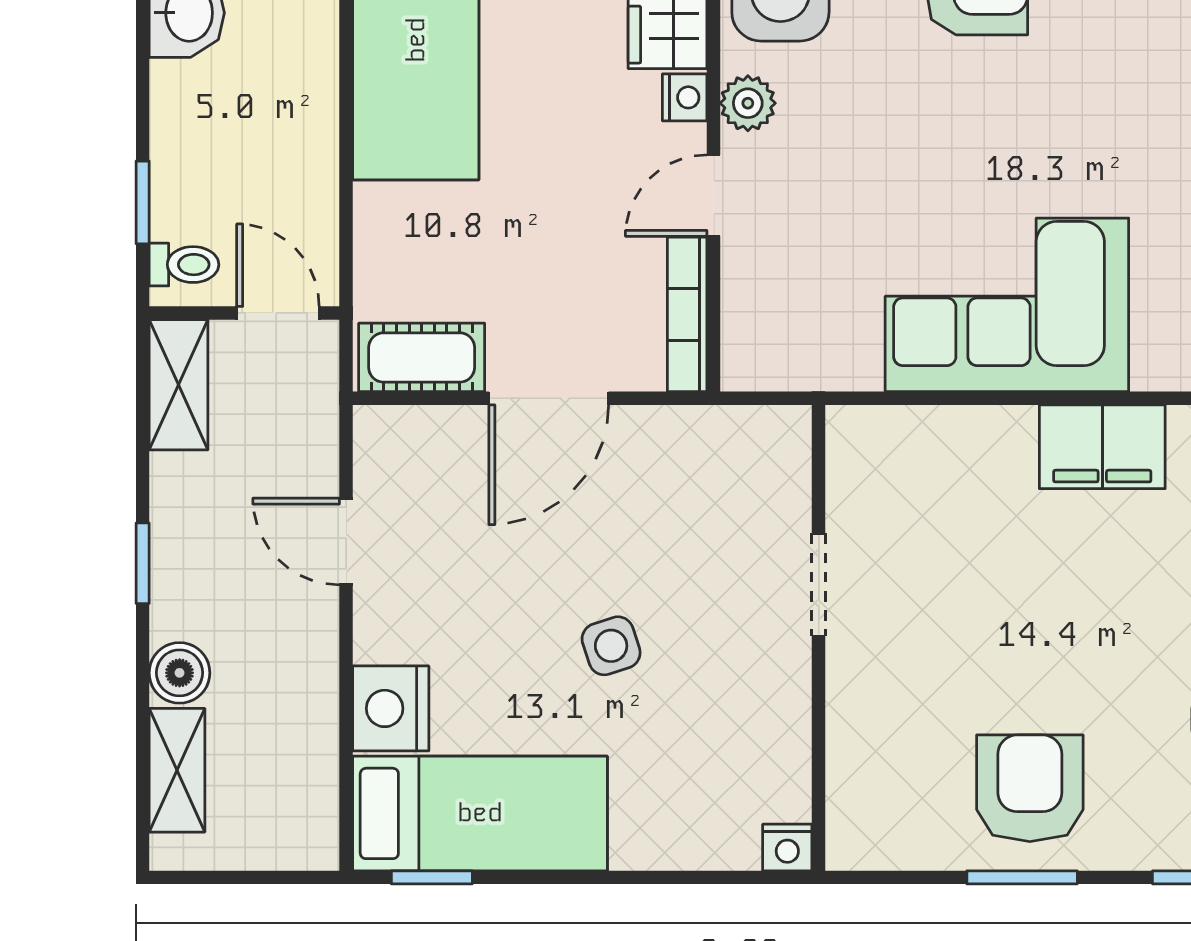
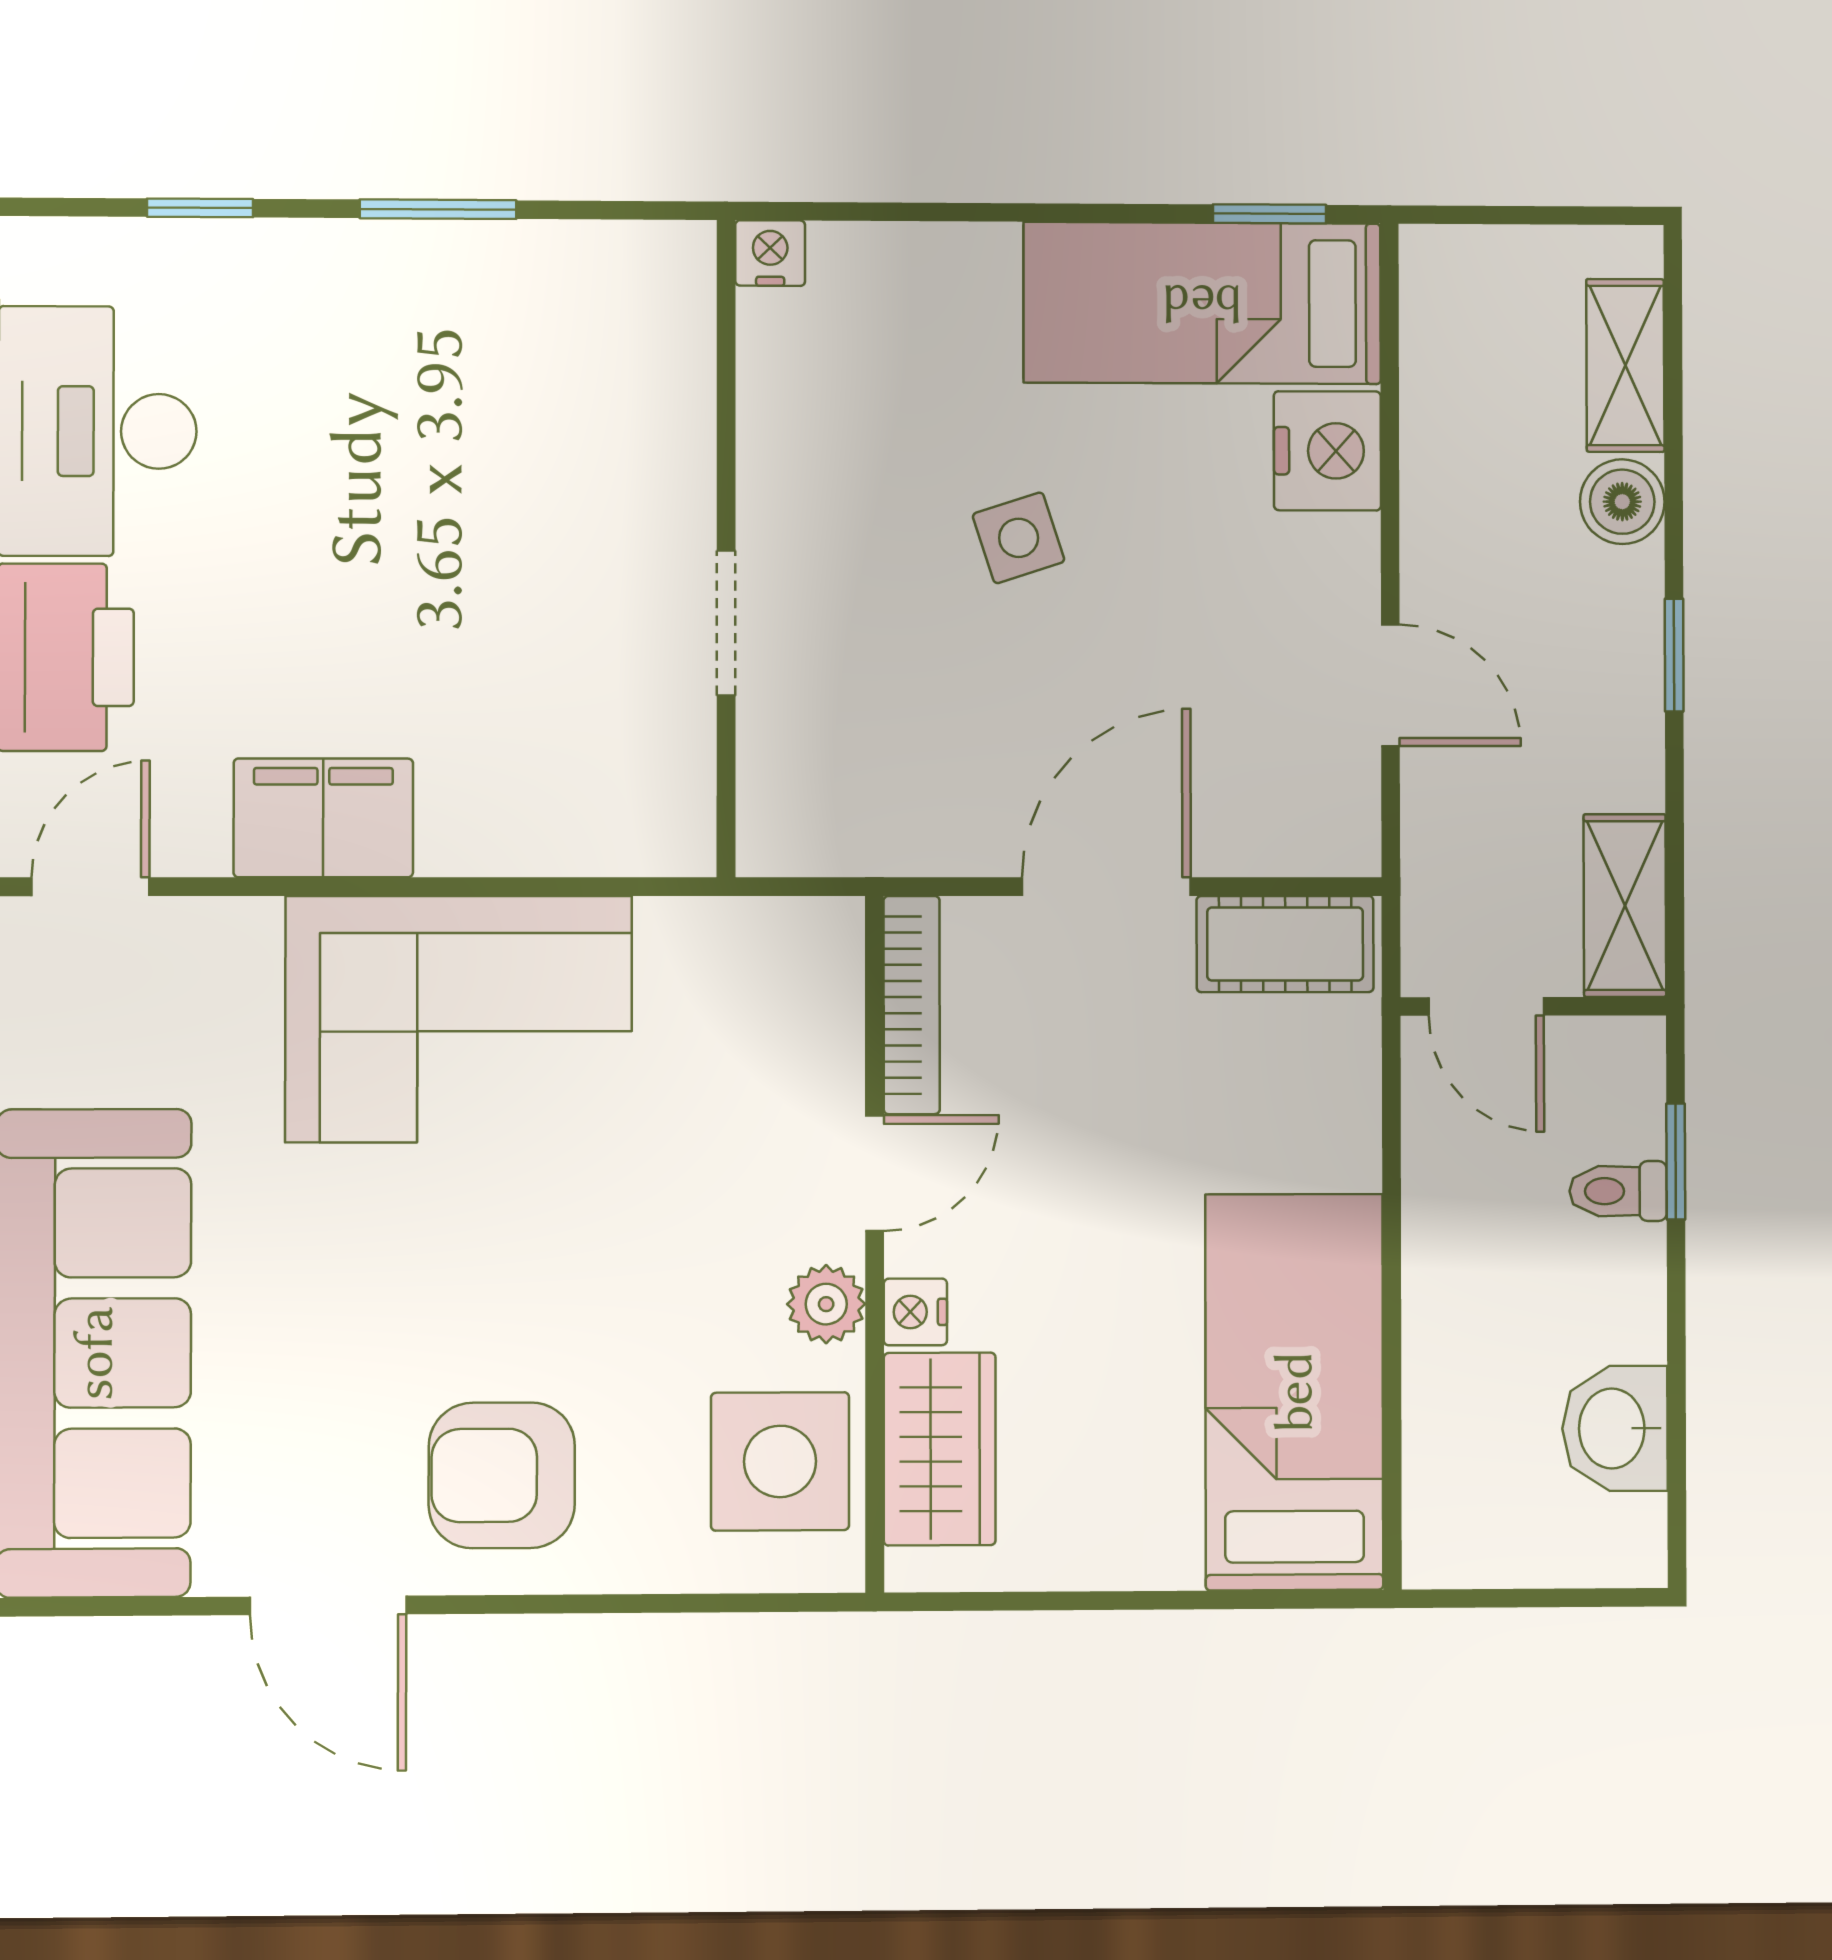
toilet: (184, 265) -> (1618, 1191), moved
armchair: (1030, 788) -> (427, 335), removed

